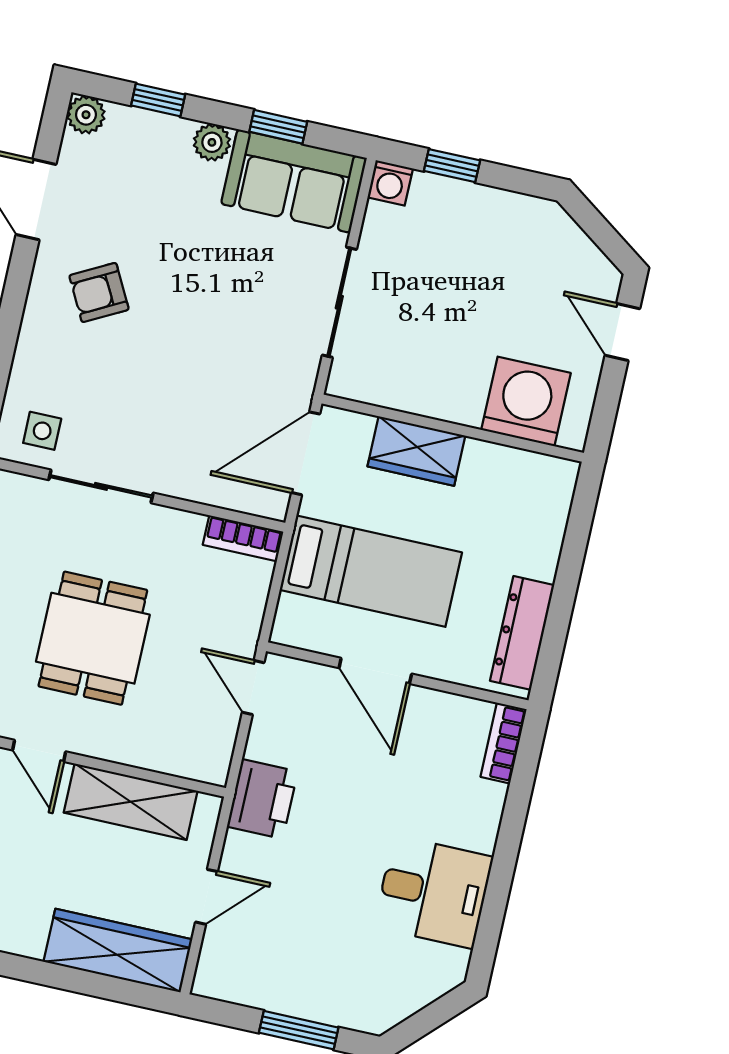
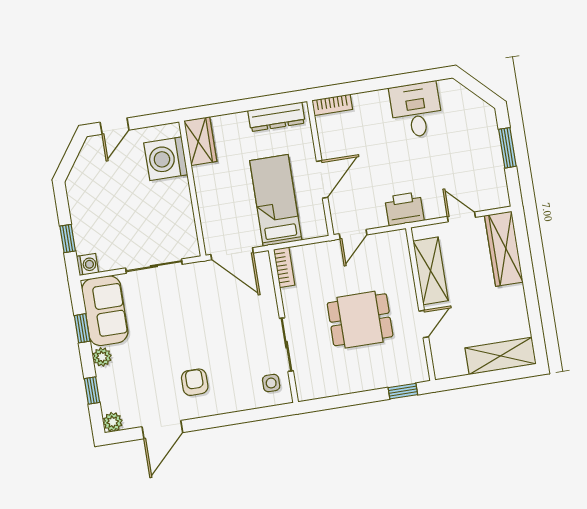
armchair: (99, 293) -> (195, 382), turned -152
wardrobe: (416, 451) -> (200, 141), moved

